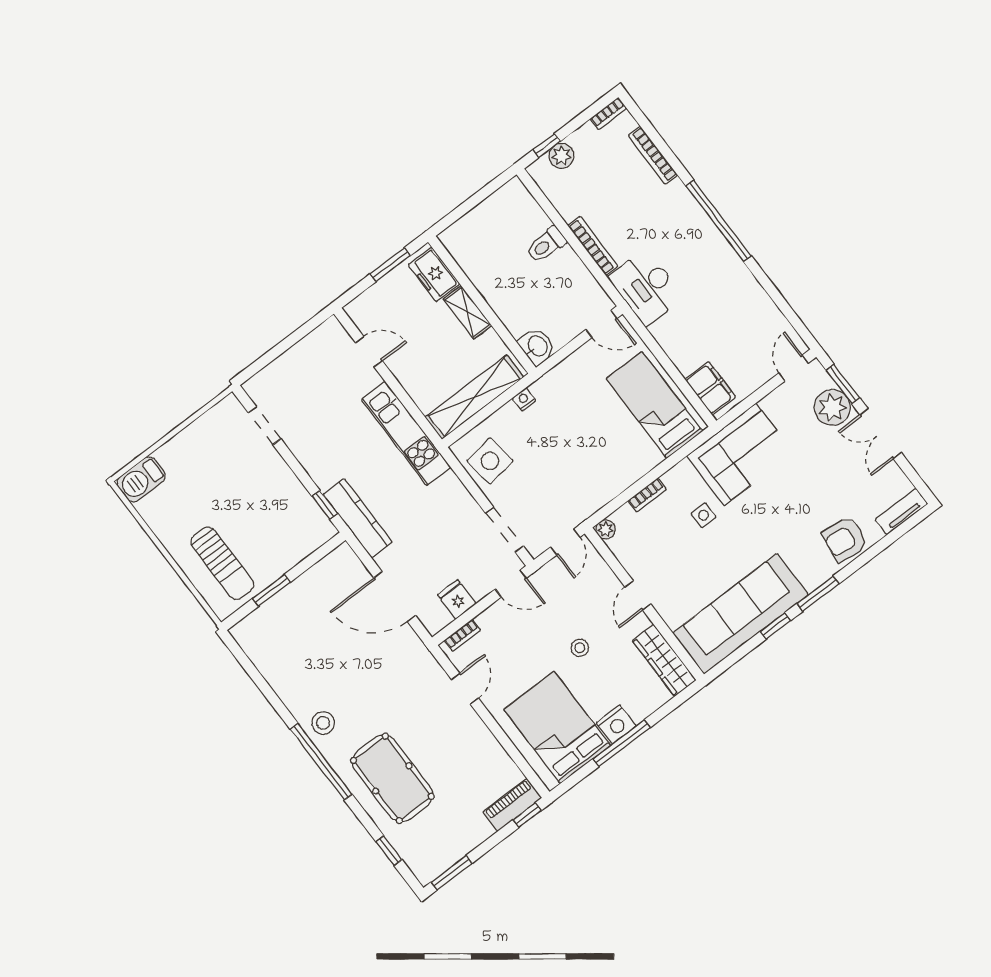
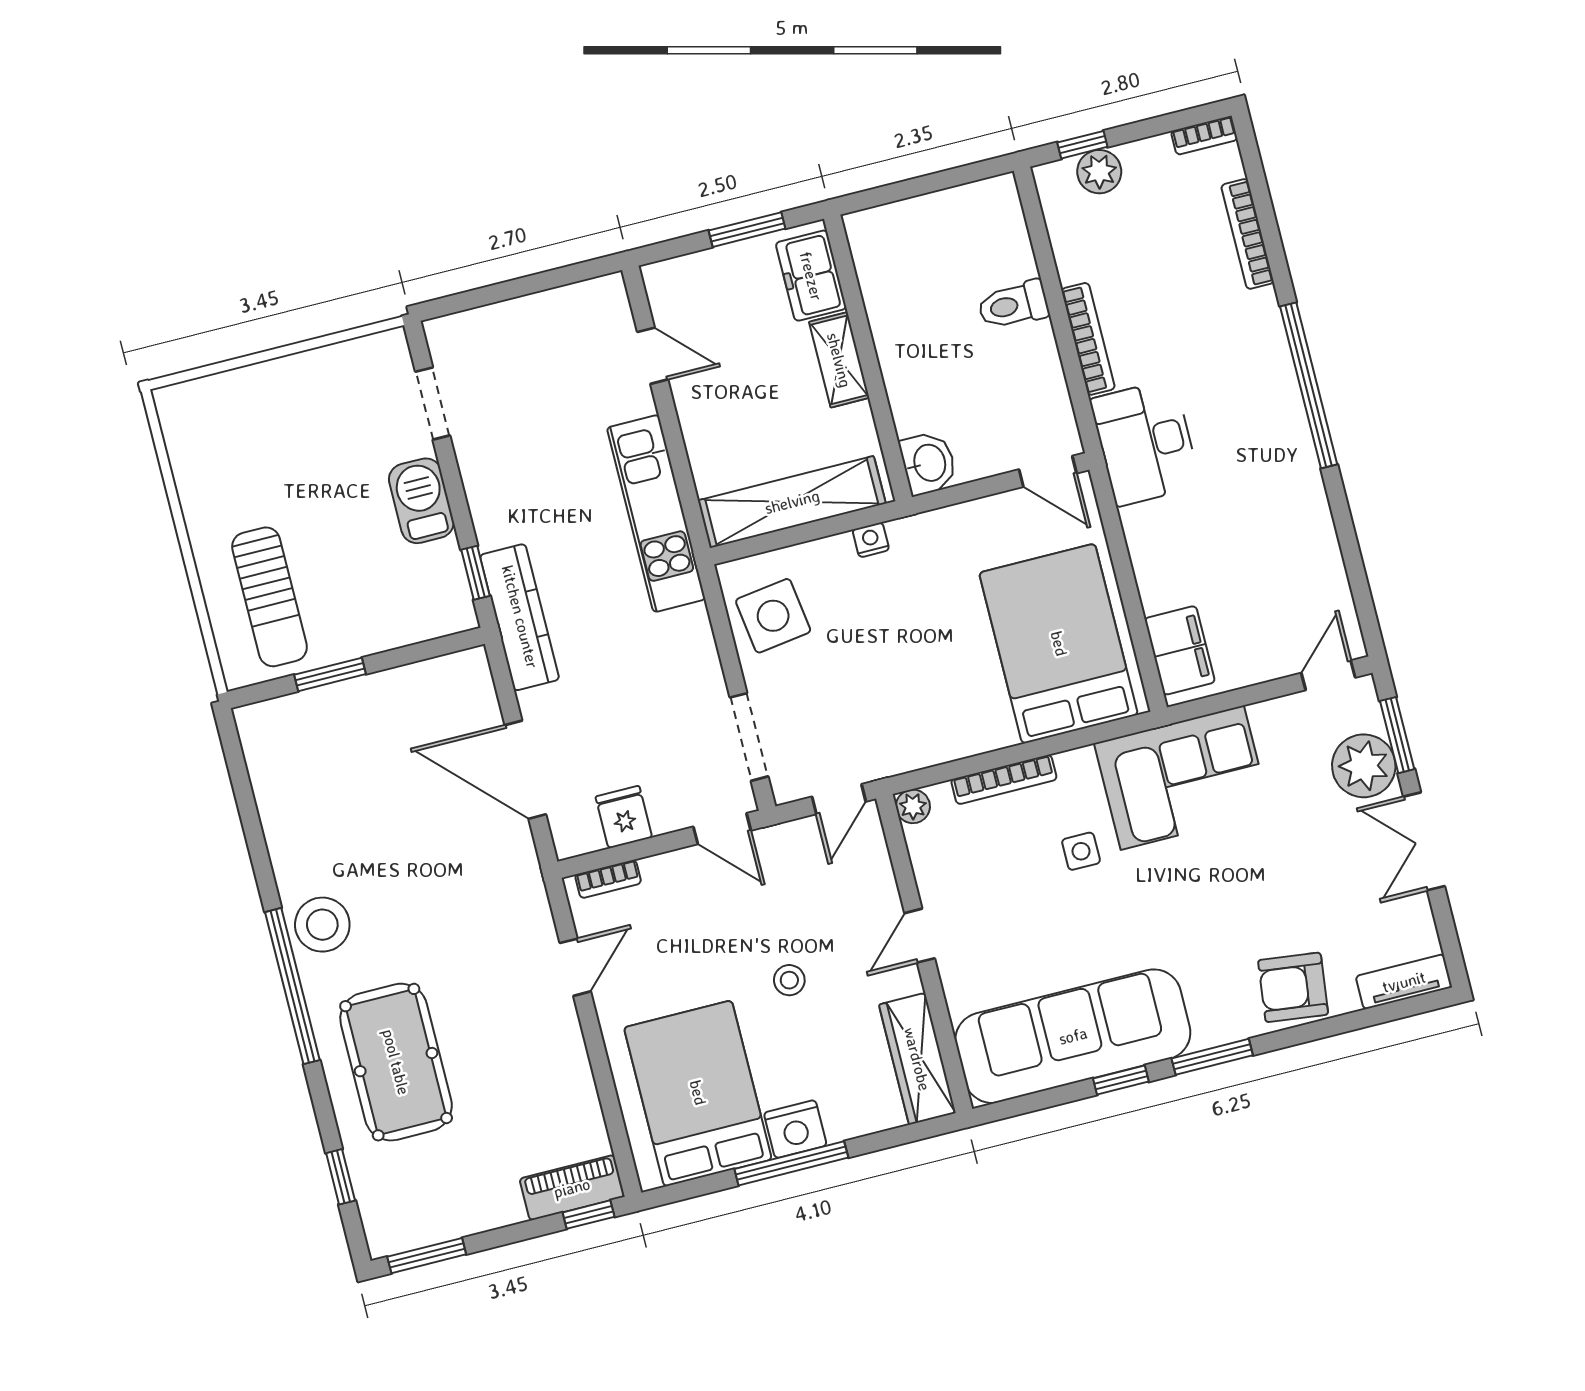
bed: (654, 405) -> (1059, 644), width x1.50
barbecue: (141, 479) -> (421, 501), moved, turned 90
bookcase: (647, 495) -> (1004, 780), width x1.56
stool: (323, 723) -> (322, 925), width x1.38, depth x1.38

